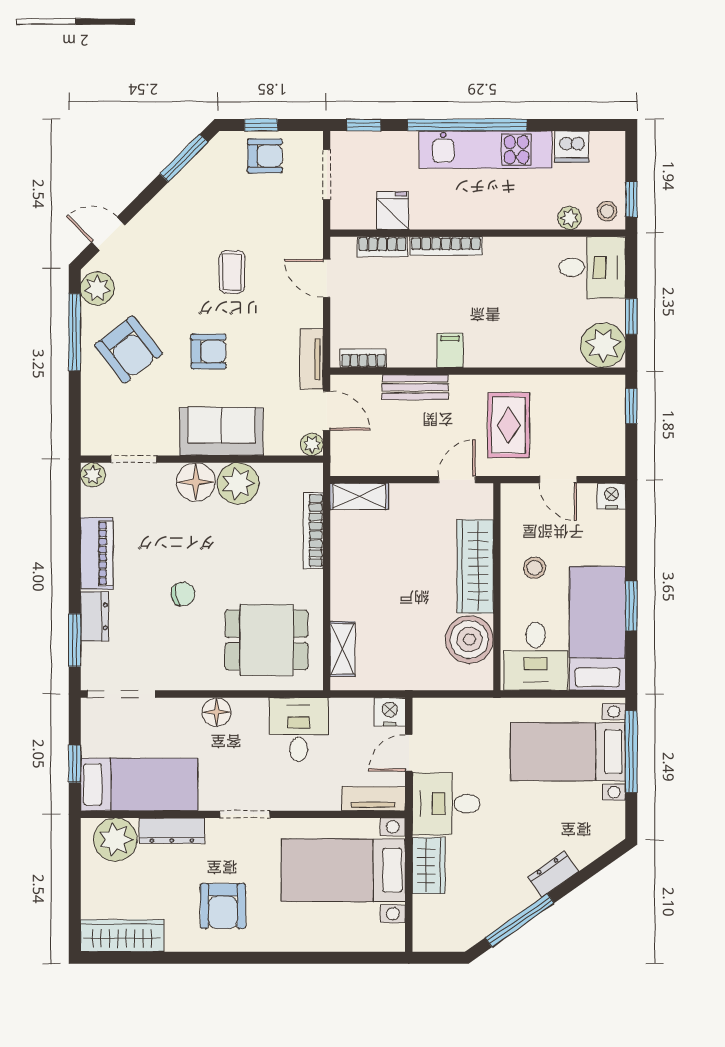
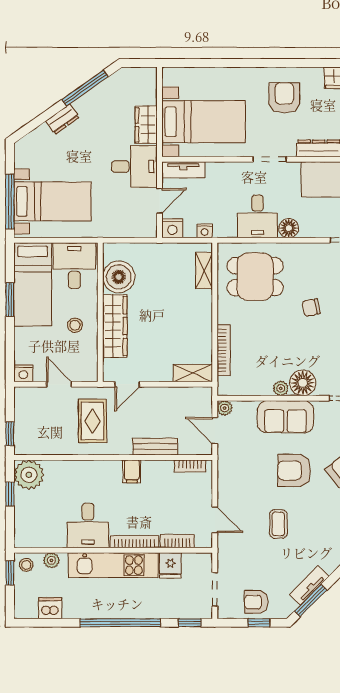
kitchen unit: (486, 150) -> (113, 565), moved, turned 180
desk: (592, 267) -> (88, 525), moved, turned -90
armchair: (208, 351) -> (294, 471), width x1.38, depth x1.38
tv unit: (311, 359) -> (309, 586), moved, turned -135
plant: (238, 483) -> (281, 388), width x0.53, depth x0.53
nightstand: (342, 708) -> (205, 231), added
desk: (299, 729) -> (257, 216), moved

